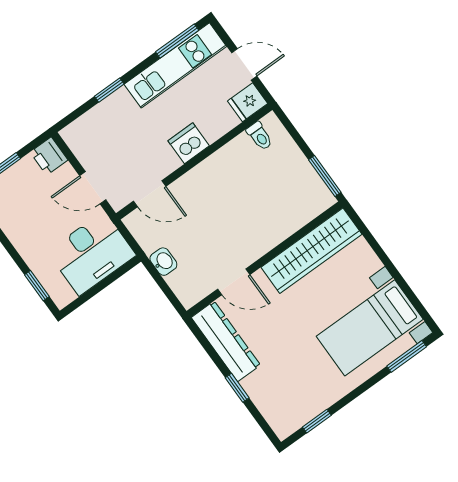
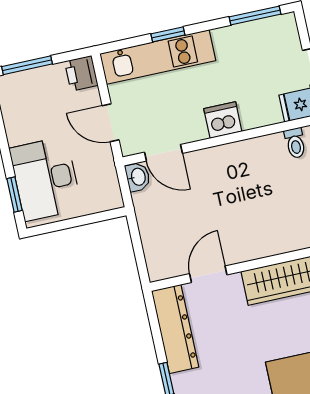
kitchen unit: (175, 65) -> (158, 57), moved
desk: (92, 253) -> (46, 179), moved, turned 90
washbasin: (163, 262) -> (138, 177), moved
door: (234, 282) -> (208, 274), swing flipped

